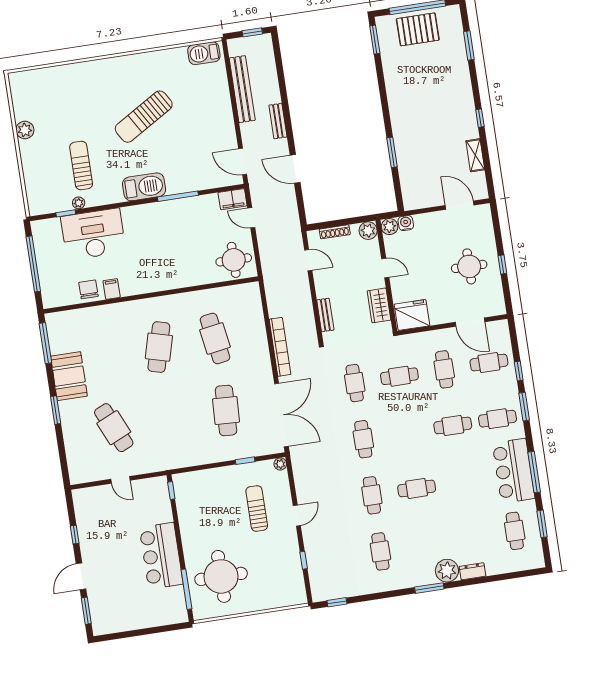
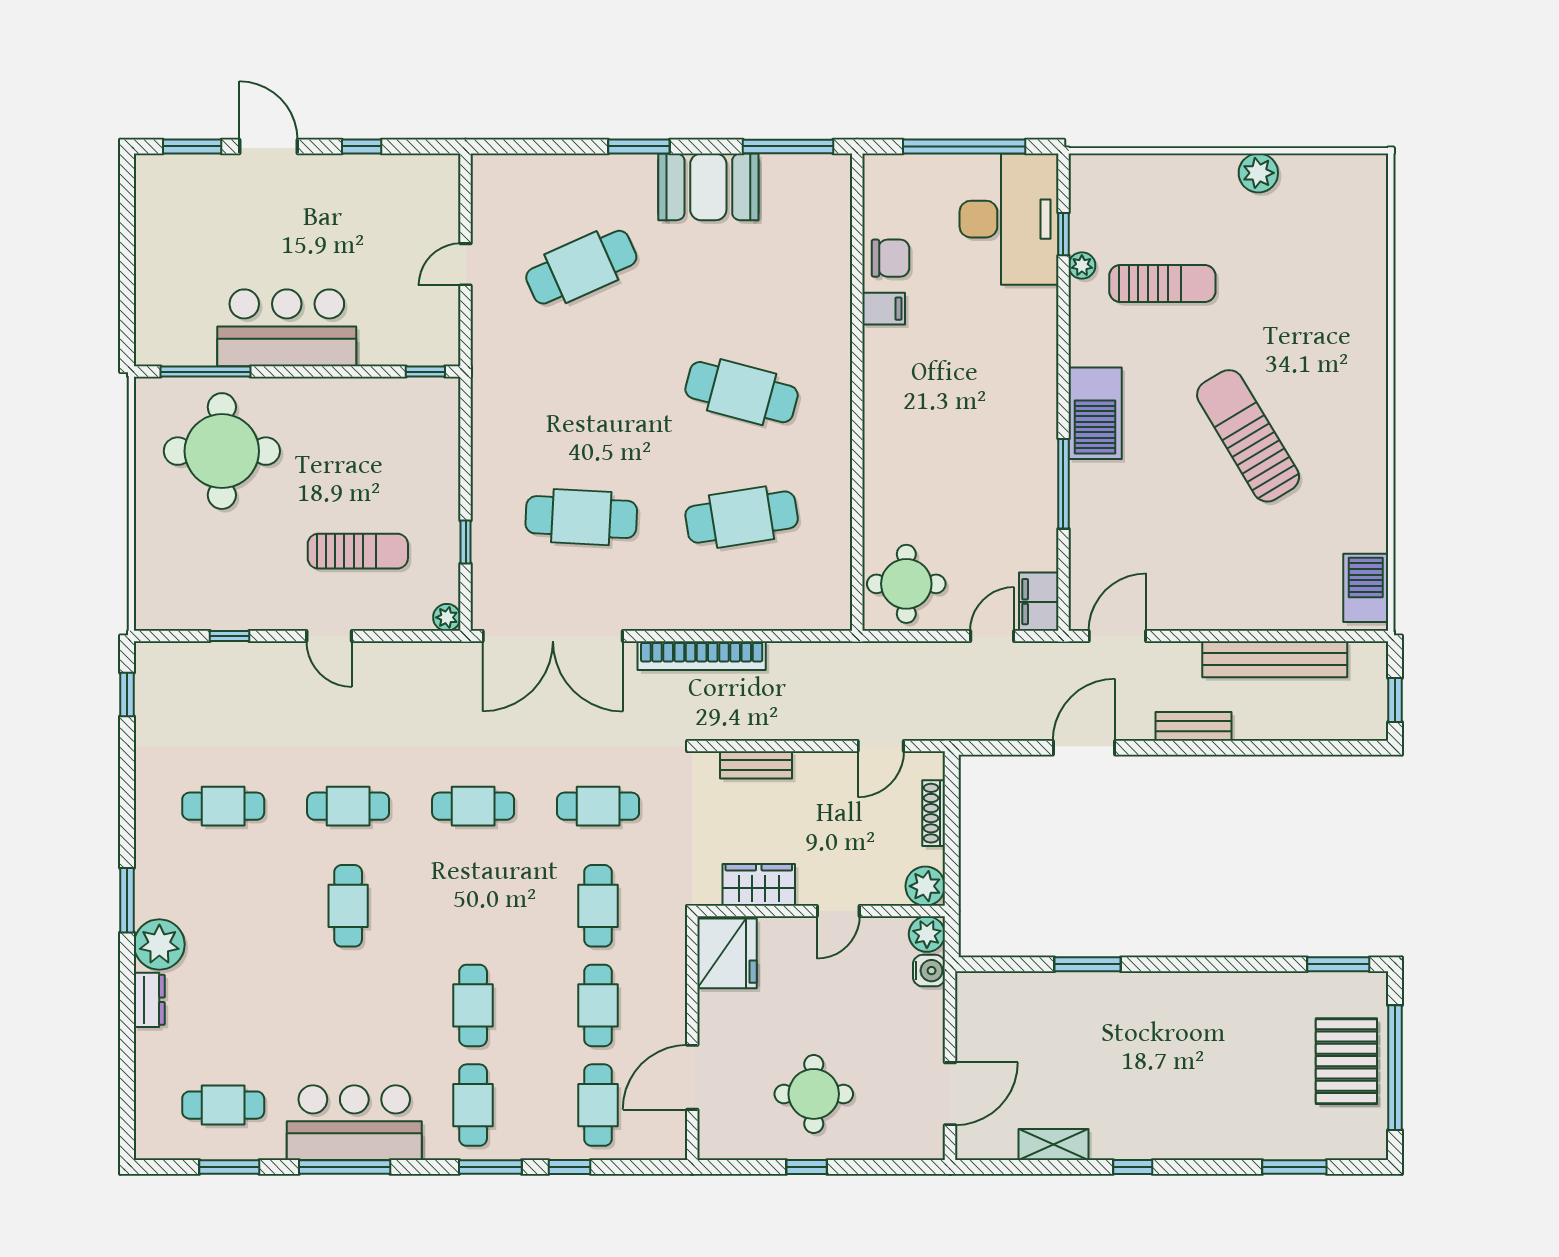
desk: (93, 234) -> (1009, 219), moved
cafe table: (444, 369) -> (598, 1005), turned 90

